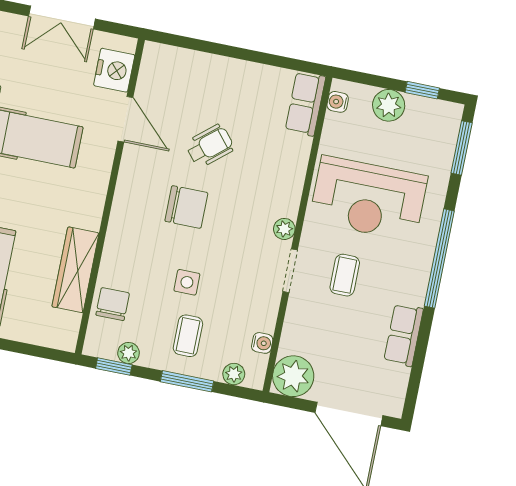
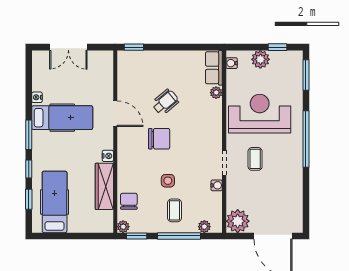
window: (175, 40) -> (134, 47), added
nightstand: (114, 70) -> (108, 156), moved, width x0.53, depth x0.56
door: (125, 119) -> (115, 114), moved
reception desk: (368, 199) -> (260, 114), turned 180
plant: (284, 229) -> (216, 93), moved
row of seats: (404, 335) -> (295, 186), removed
water cooler: (262, 343) -> (217, 185), moved
plant: (129, 353) -> (123, 227), moved
window: (187, 381) -> (179, 236), width x1.44

